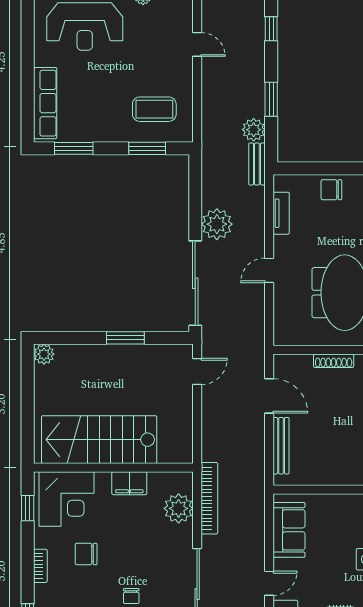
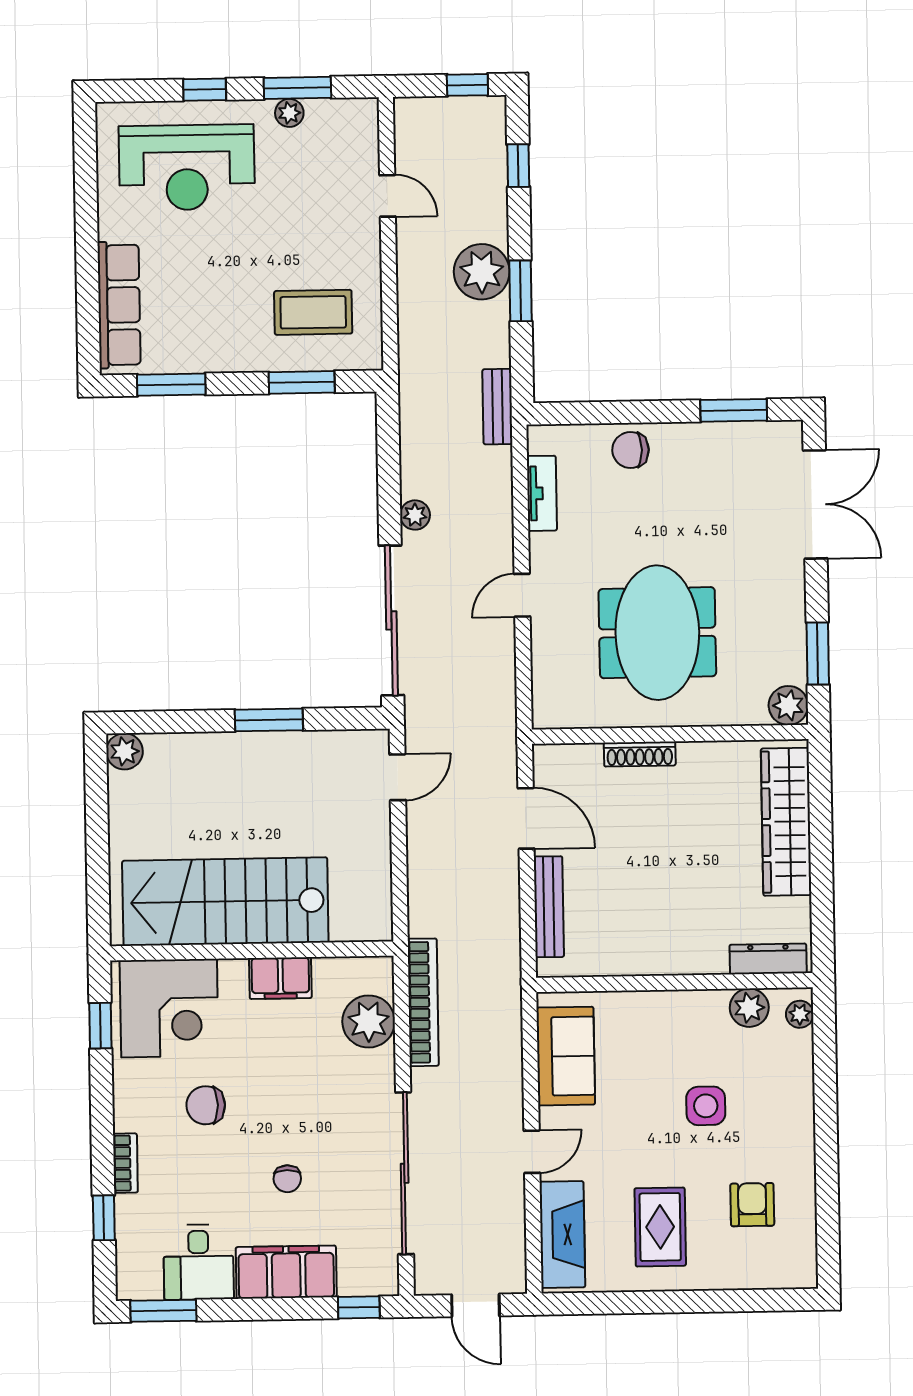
plant: (254, 130) -> (482, 272), moved, width x1.36, depth x1.36
plant: (217, 224) -> (415, 515), width x0.53, depth x0.53
bookcase: (40, 566) -> (125, 1163), moved

